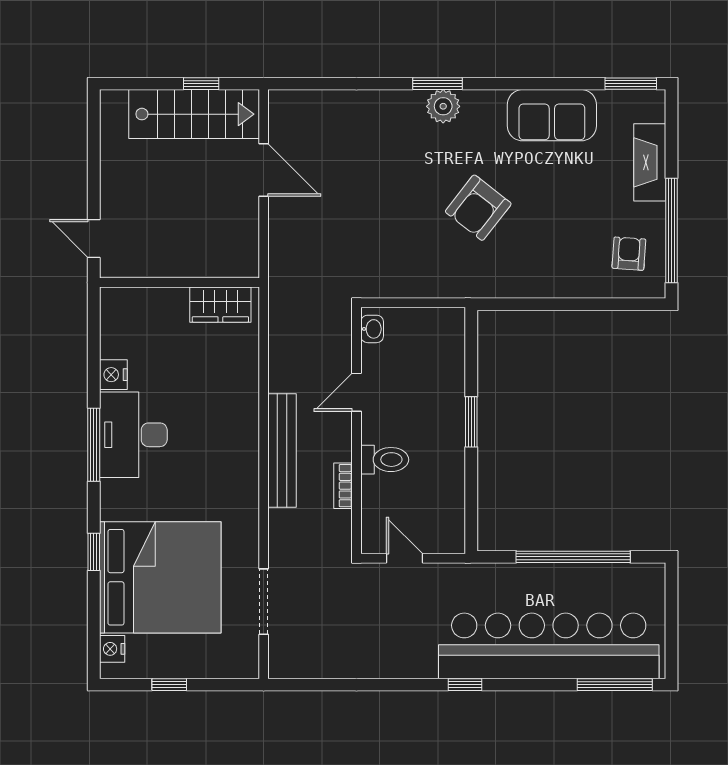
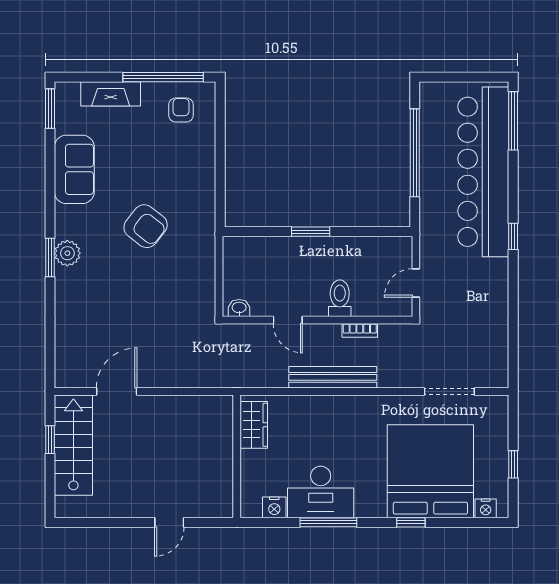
armchair: (629, 254) -> (181, 110), turned 86
wall: (179, 283) -> (237, 456), moved
wardrobe: (220, 305) -> (254, 425), moved

